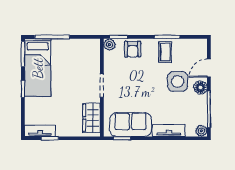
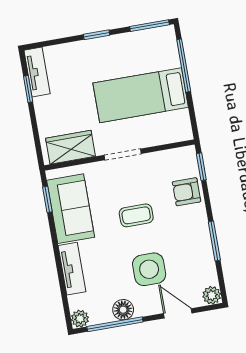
plant: (109, 45) -> (212, 295), moved
coffee table: (165, 52) -> (136, 215), moved
bed: (38, 68) -> (141, 95), moved
floor lamp: (201, 88) -> (123, 310), moved

